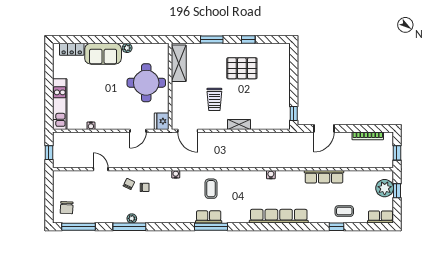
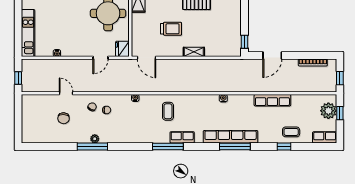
trolley: (214, 99) -> (171, 29), turned -90
chair: (67, 208) -> (64, 118), moved
row of seats: (209, 217) -> (182, 137), moved
window: (79, 227) -> (235, 146), moved

